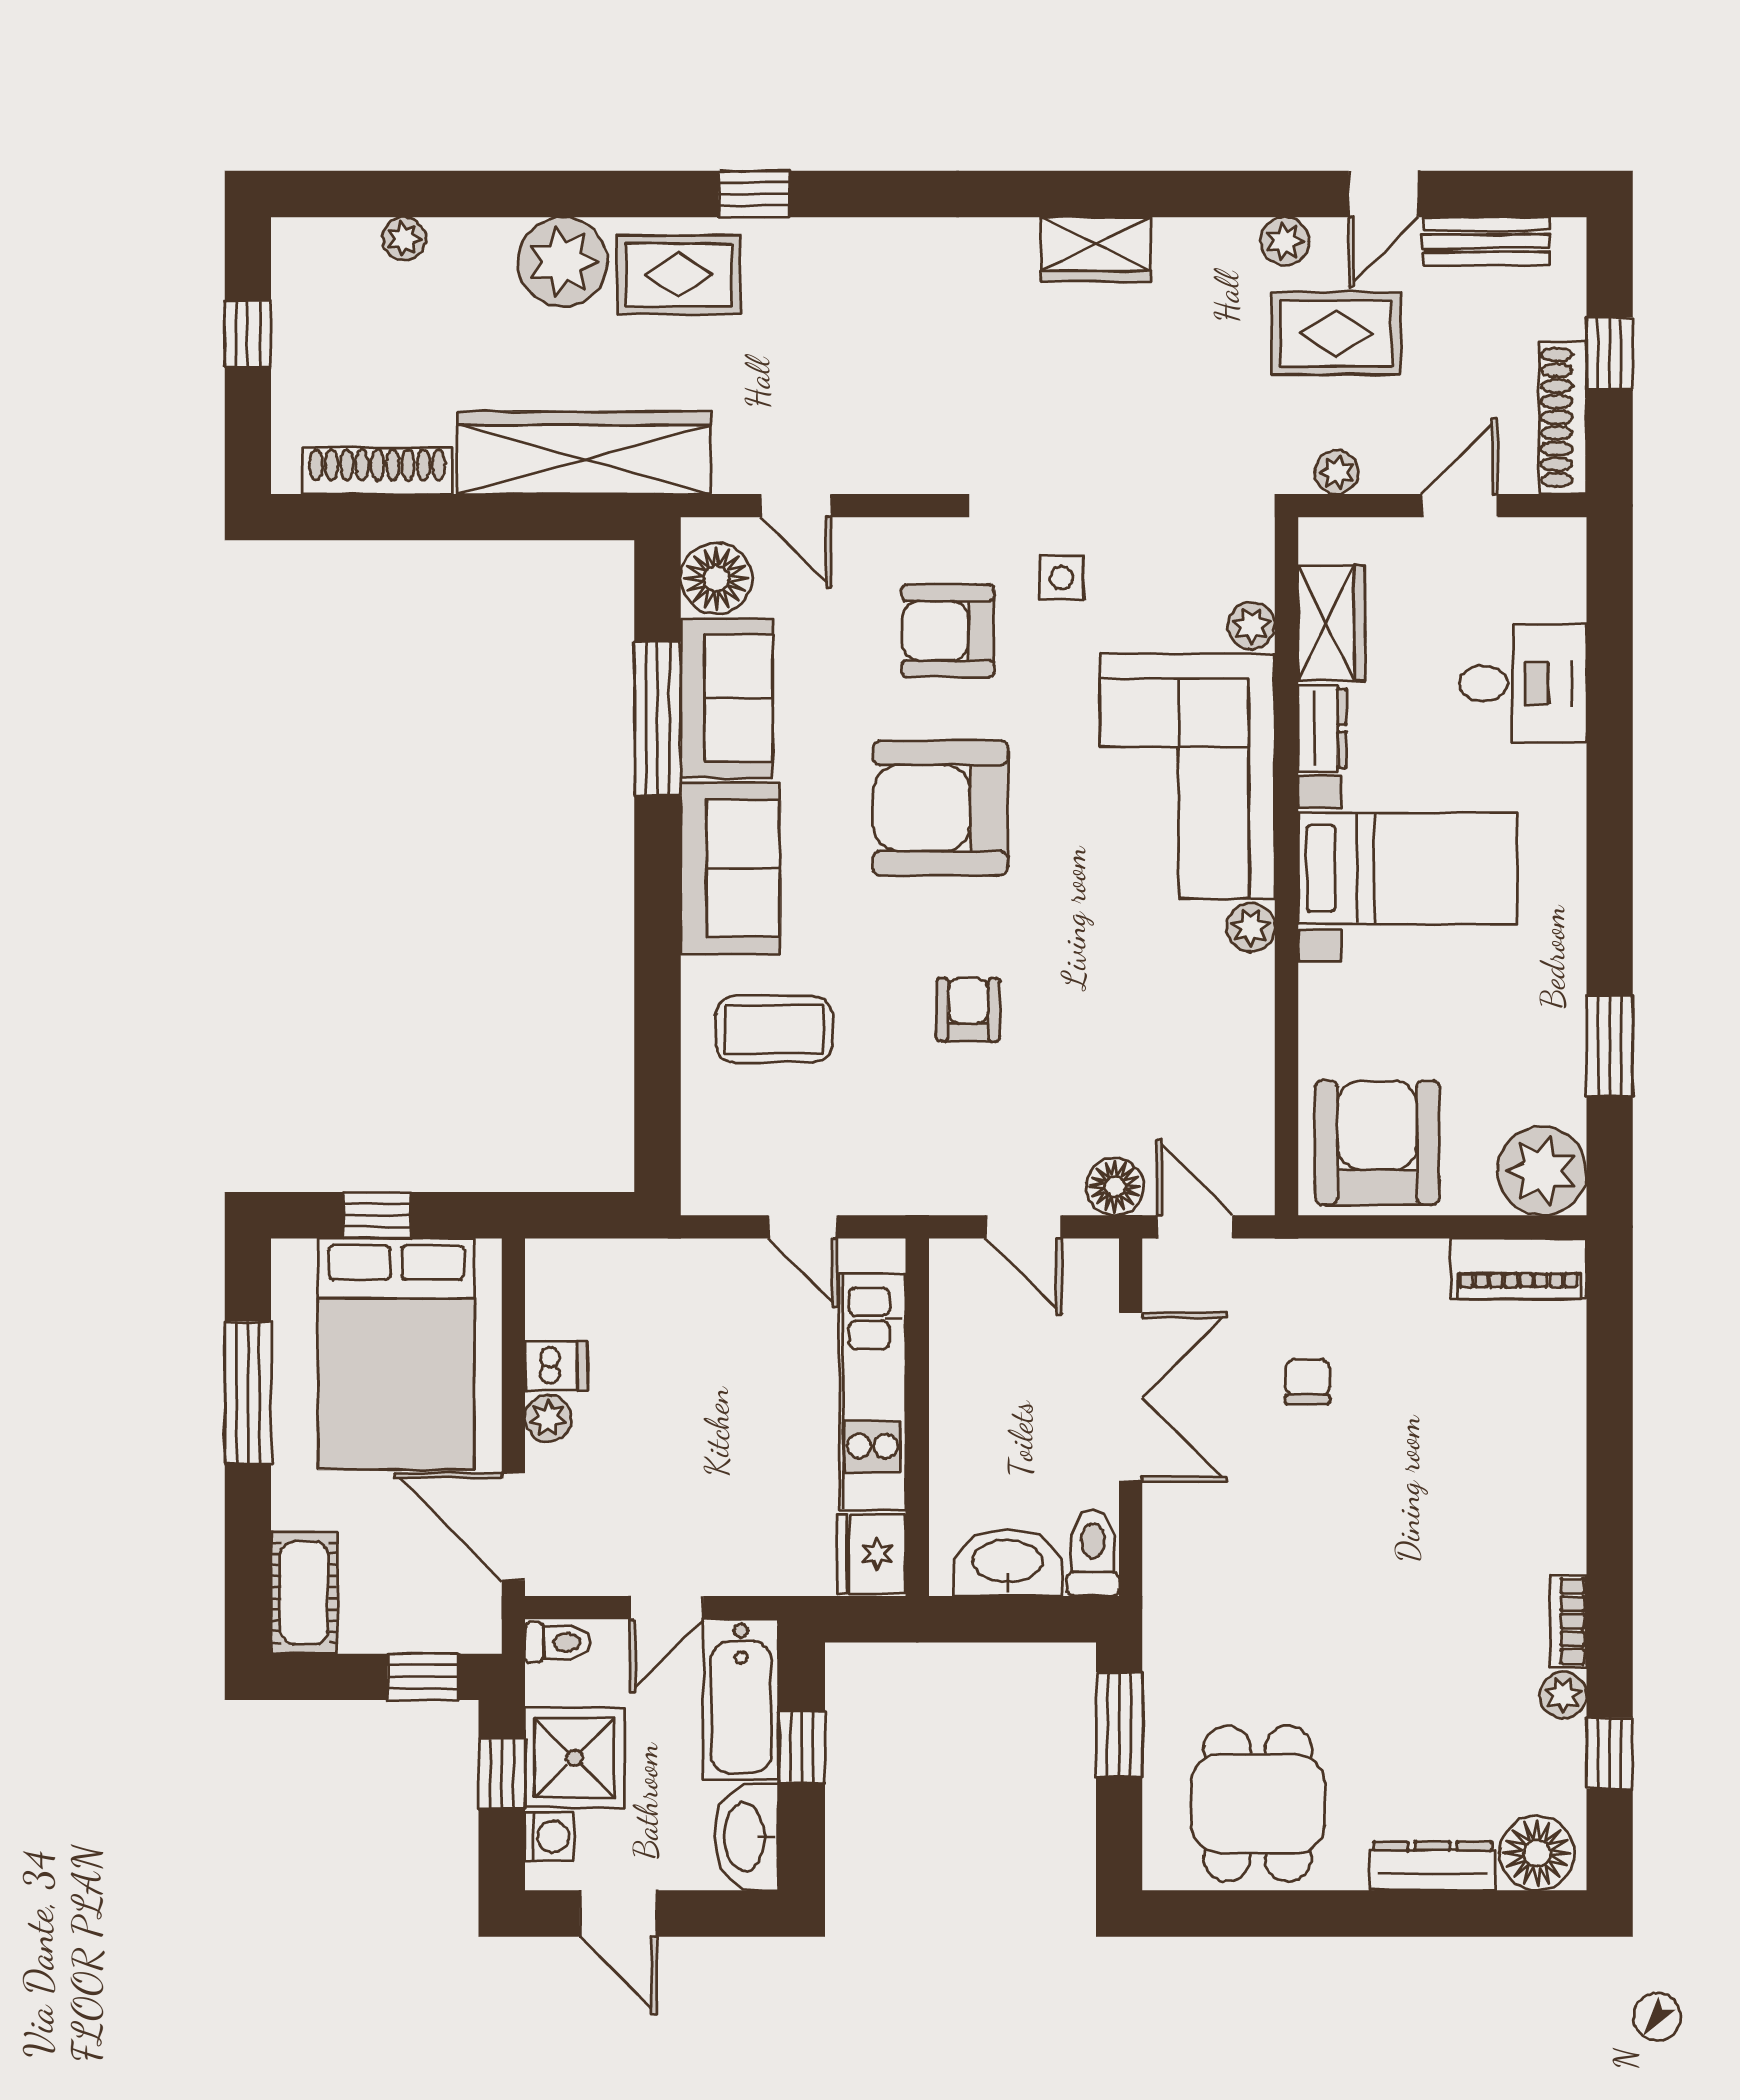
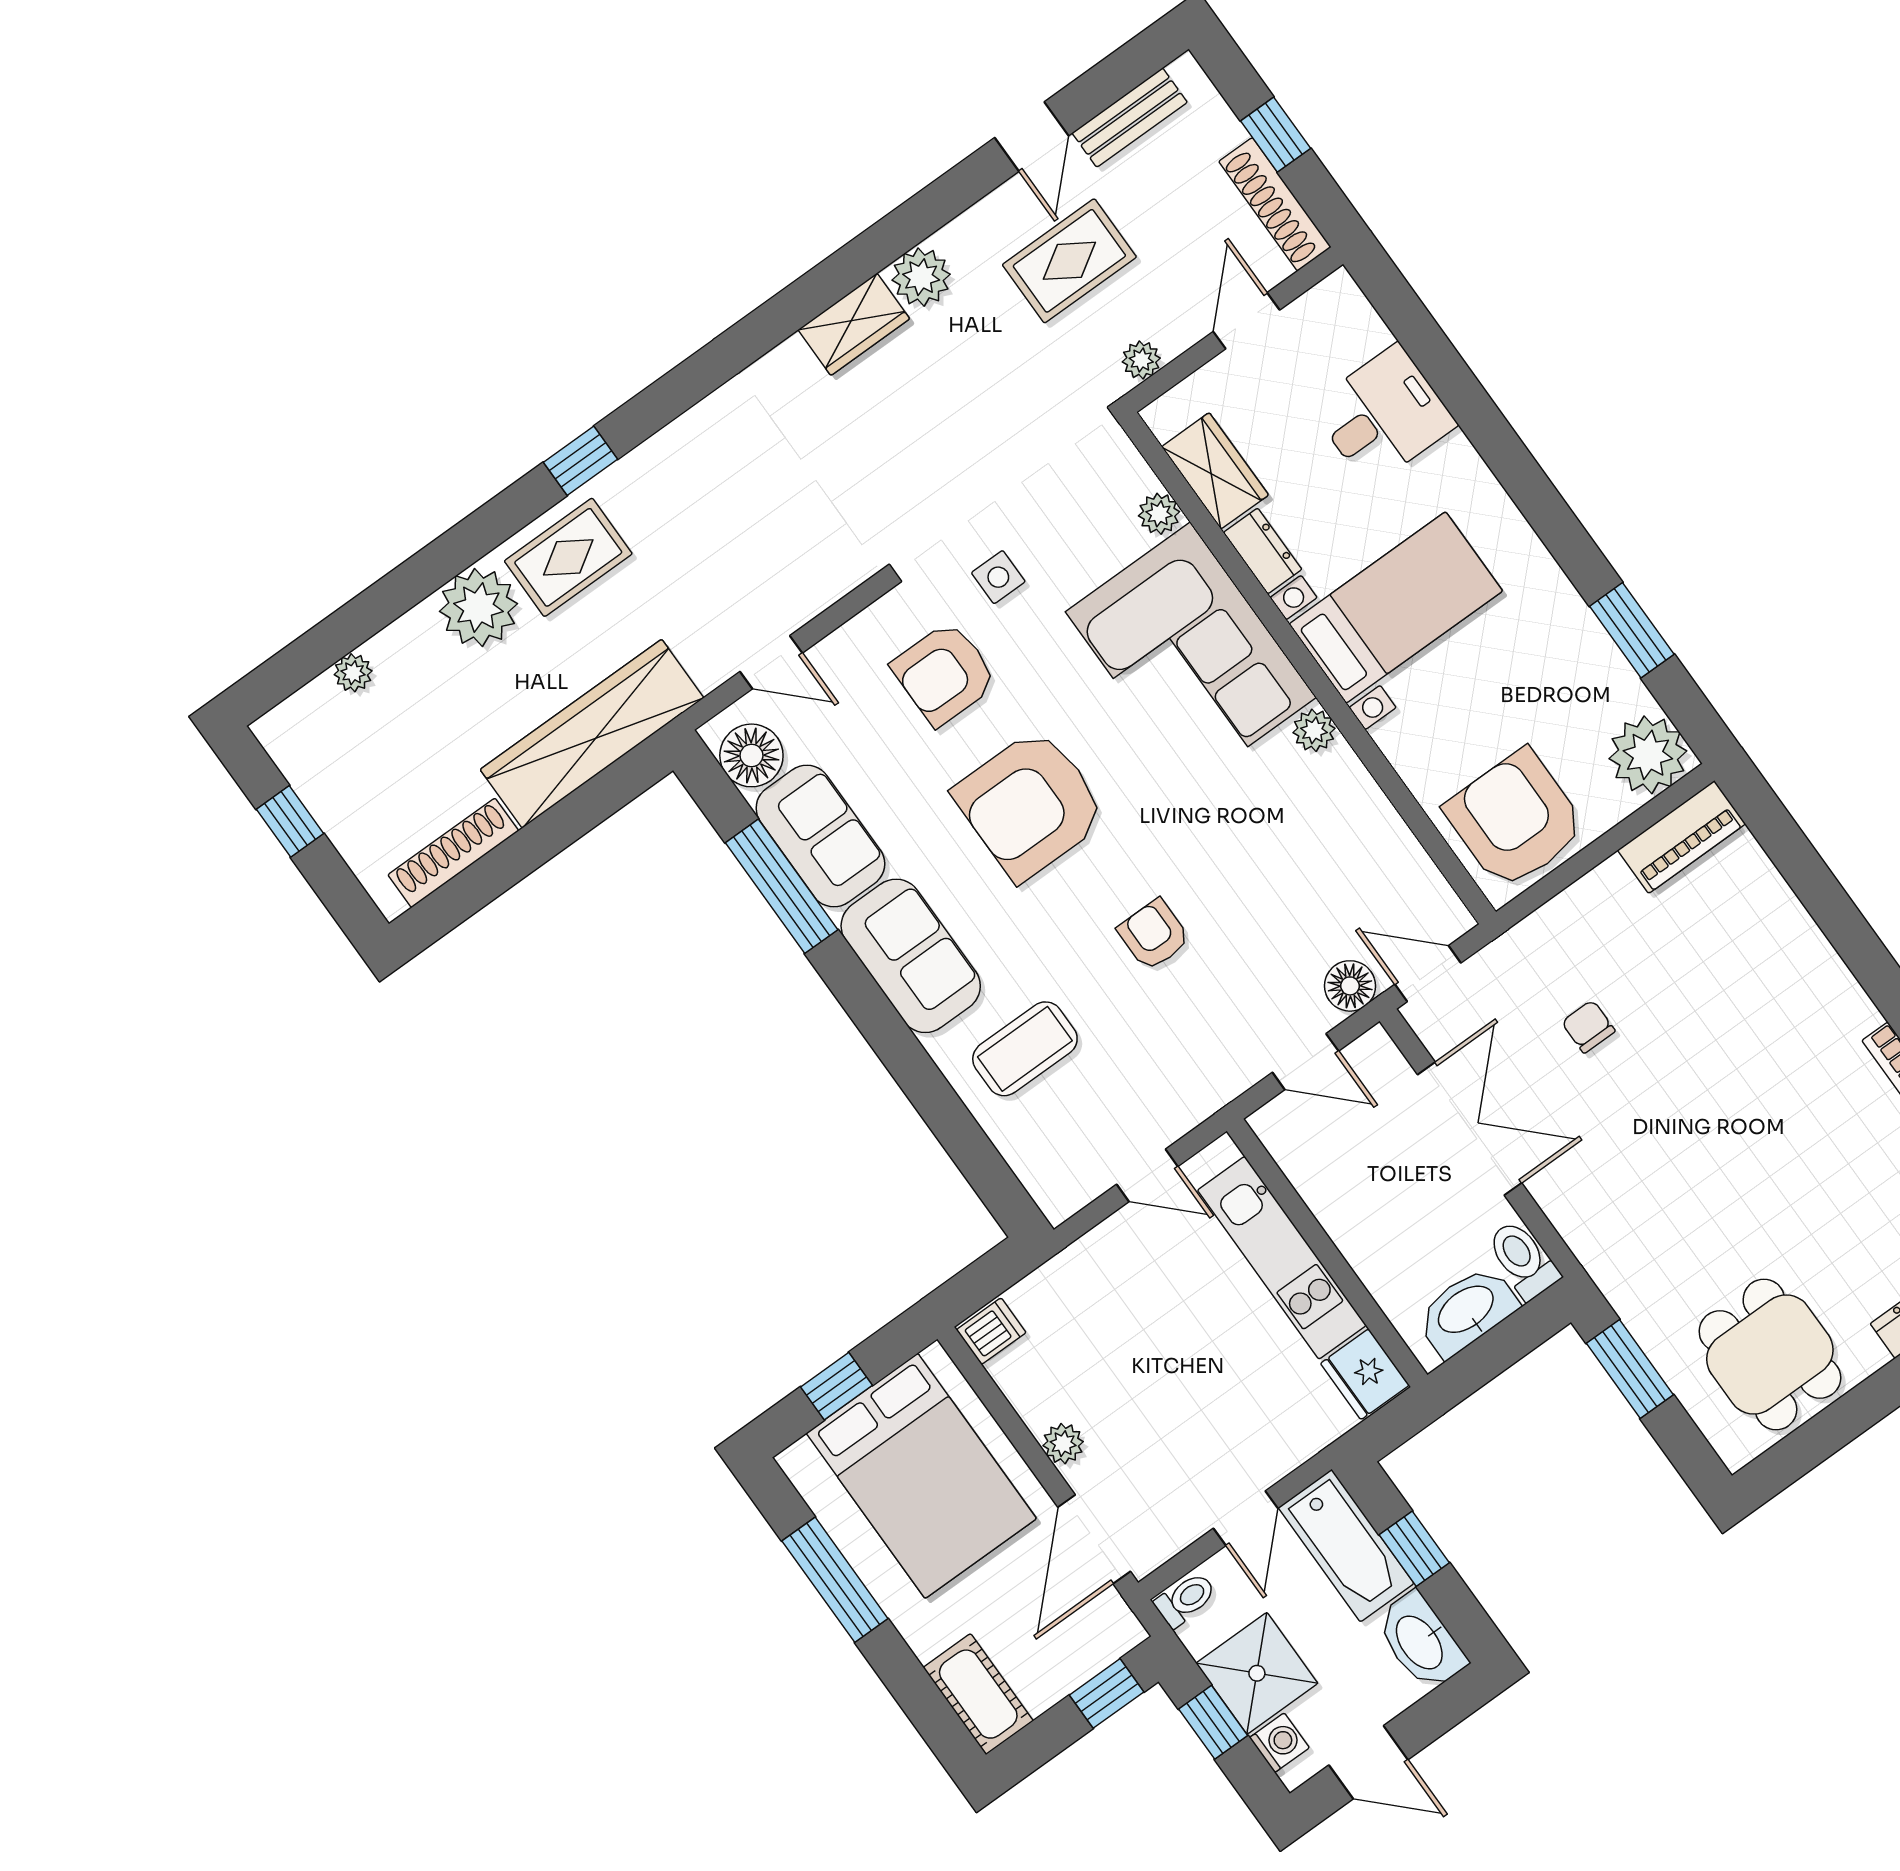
plant: (1285, 241) -> (921, 277), moved, width x1.38, depth x1.38
dishwasher: (556, 1366) -> (991, 1331), moved
door: (513, 1527) -> (1094, 1539), hinge flipped

